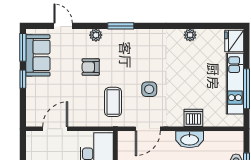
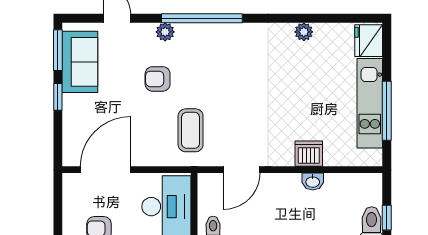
window: (121, 26) -> (202, 18), width x2.11
side table: (149, 89) -> (244, 112), removed
door: (55, 129) -> (105, 170), width x1.36
washbasin: (190, 139) -> (313, 182), width x0.52, depth x0.69

